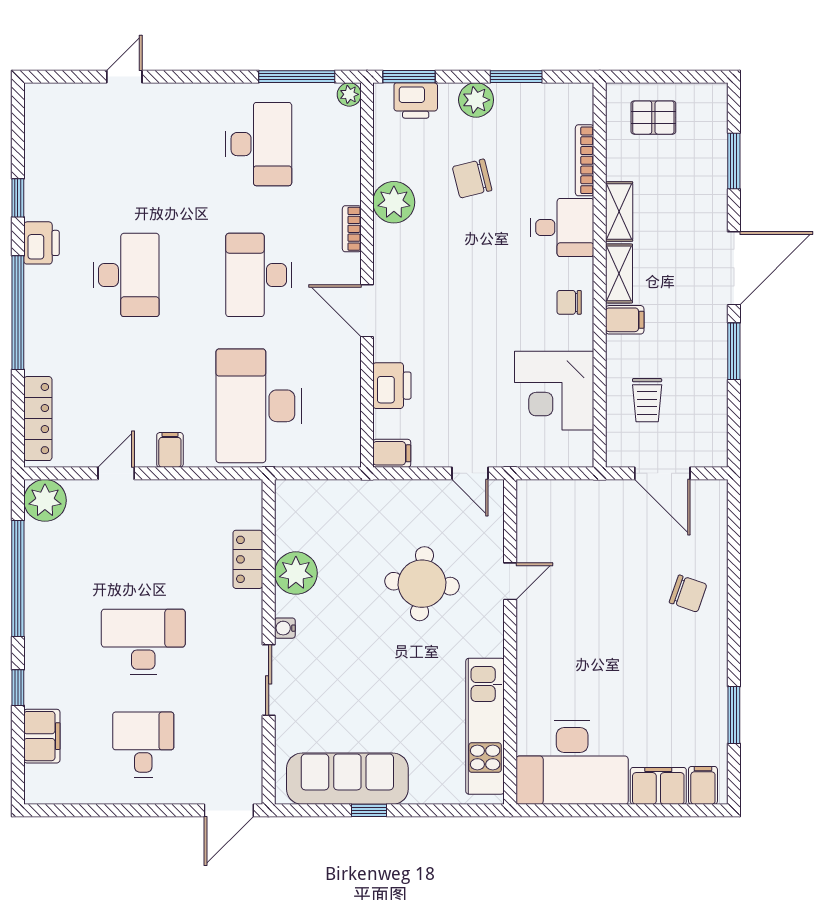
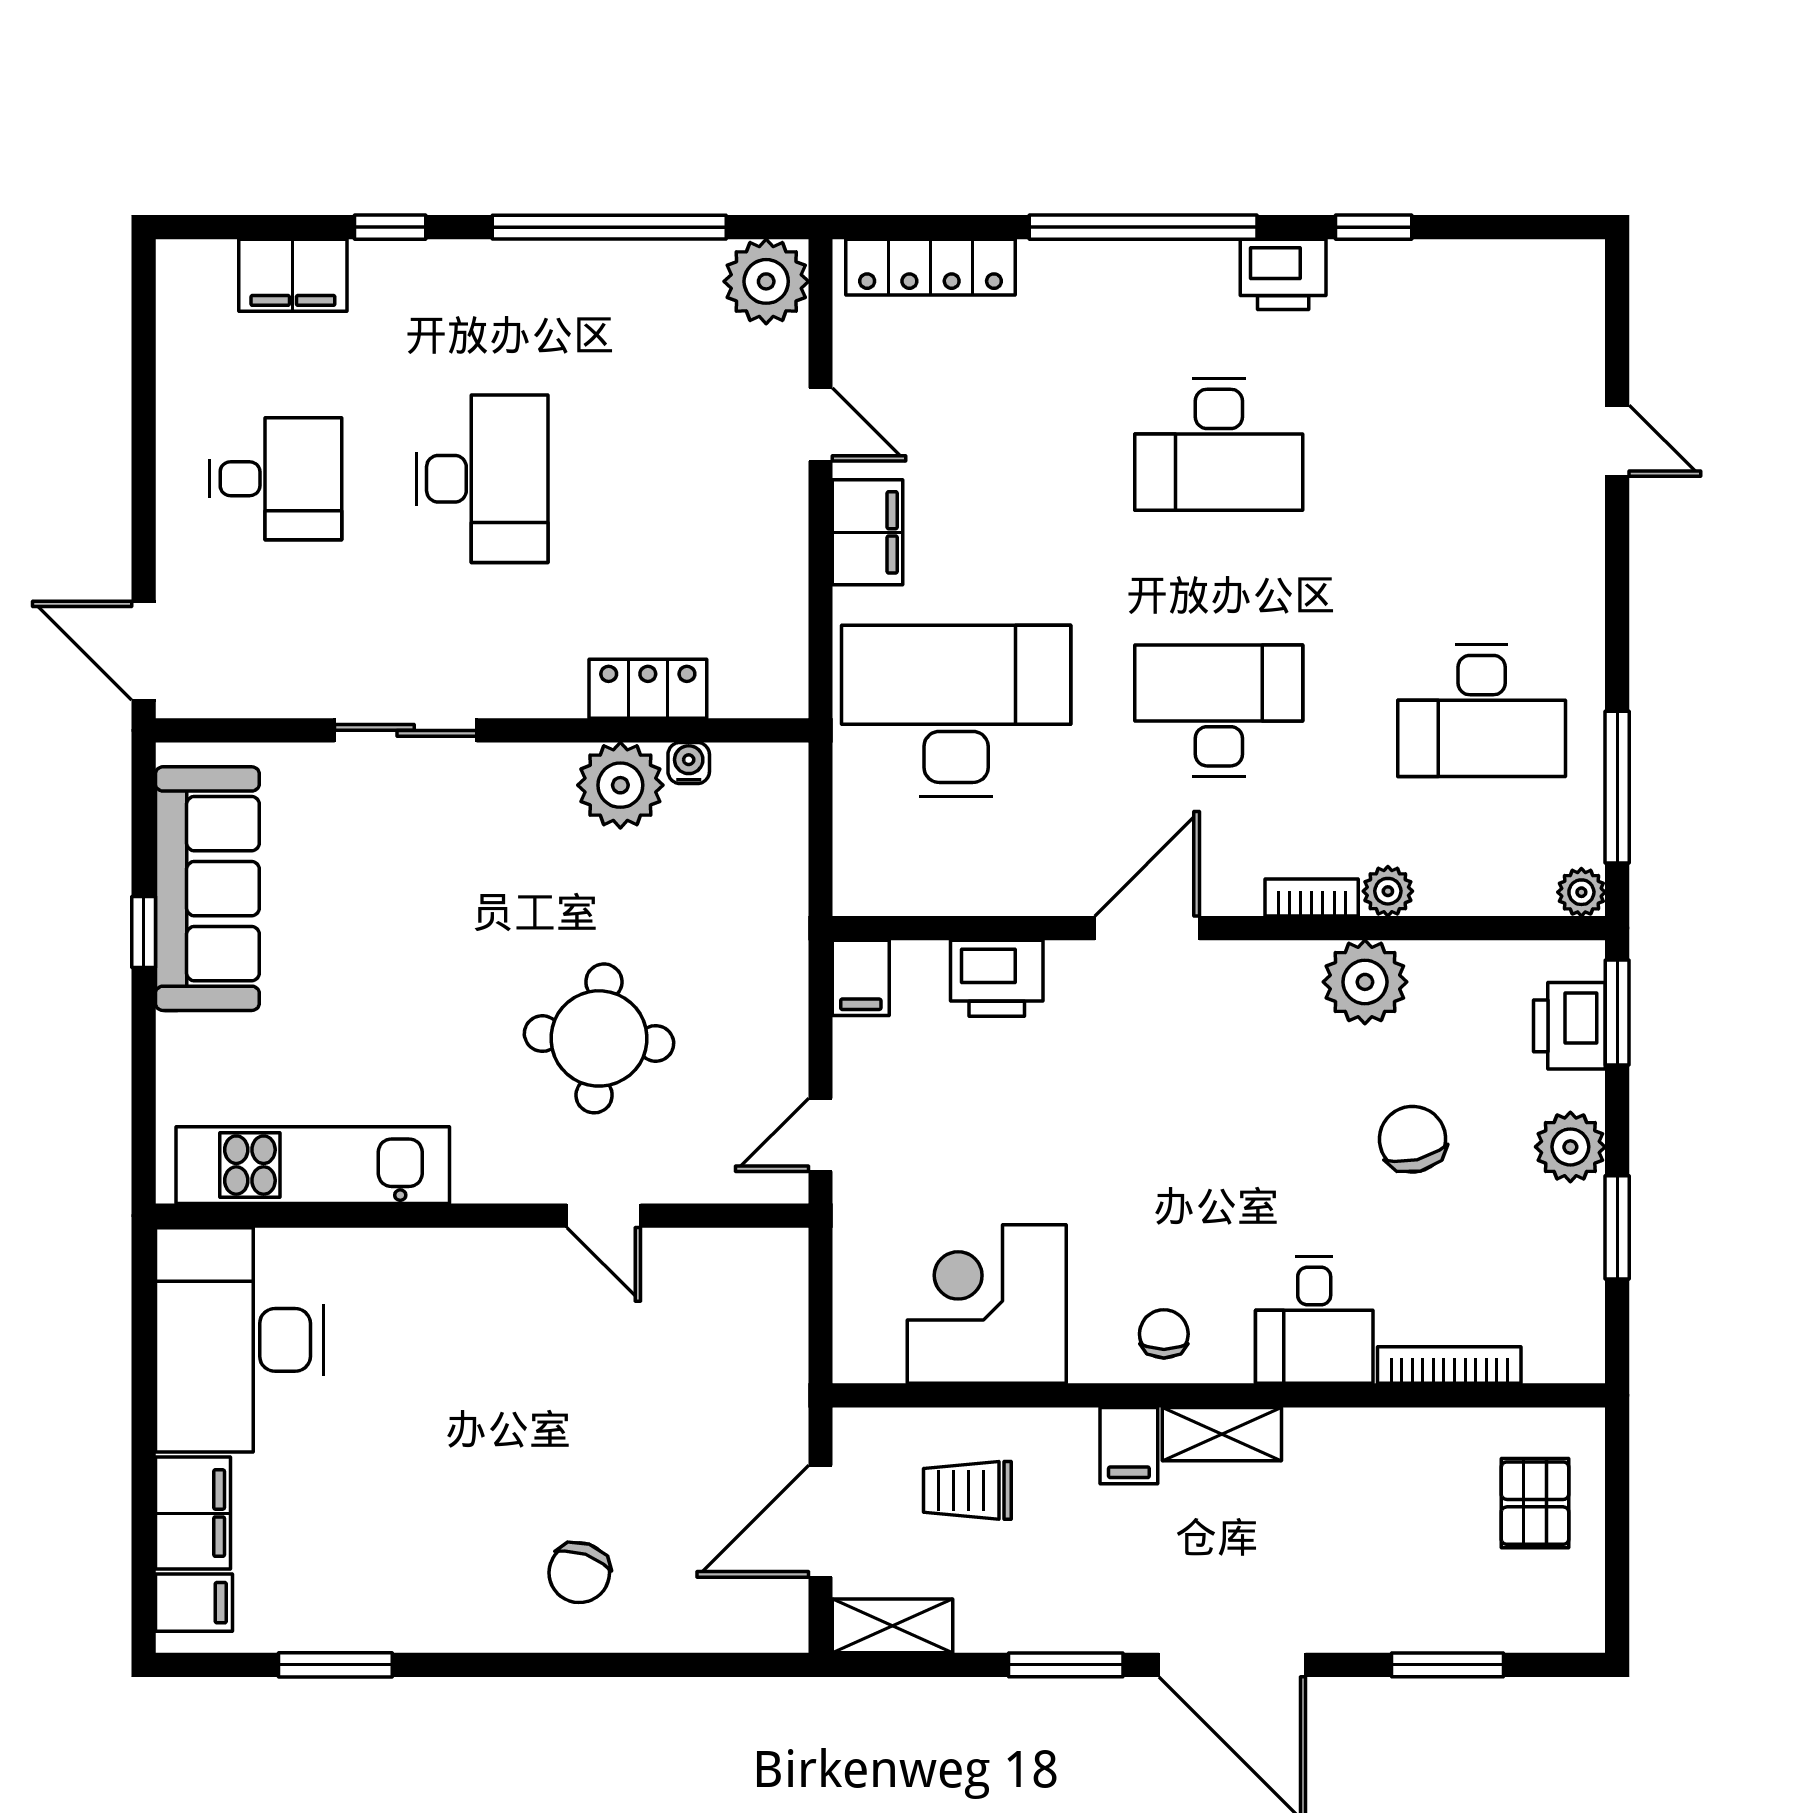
plant: (349, 191) -> (1388, 891), added
shelving: (619, 211) -> (893, 1626), moved
filing cabinet: (170, 450) -> (868, 532), width x2.00
water cooler: (285, 628) -> (689, 763), moved

